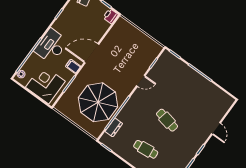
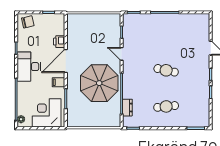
printer: (111, 16) -> (59, 42), moved
desk: (51, 46) -> (29, 67), moved
door: (141, 81) -> (122, 54), swing flipped
parasol: (98, 102) -> (99, 83), moved

